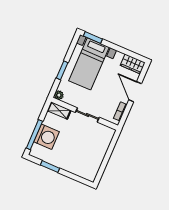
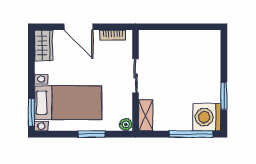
door: (135, 92) -> (78, 27), hinge flipped
washing machine: (46, 137) -> (207, 117), moved, turned -90

